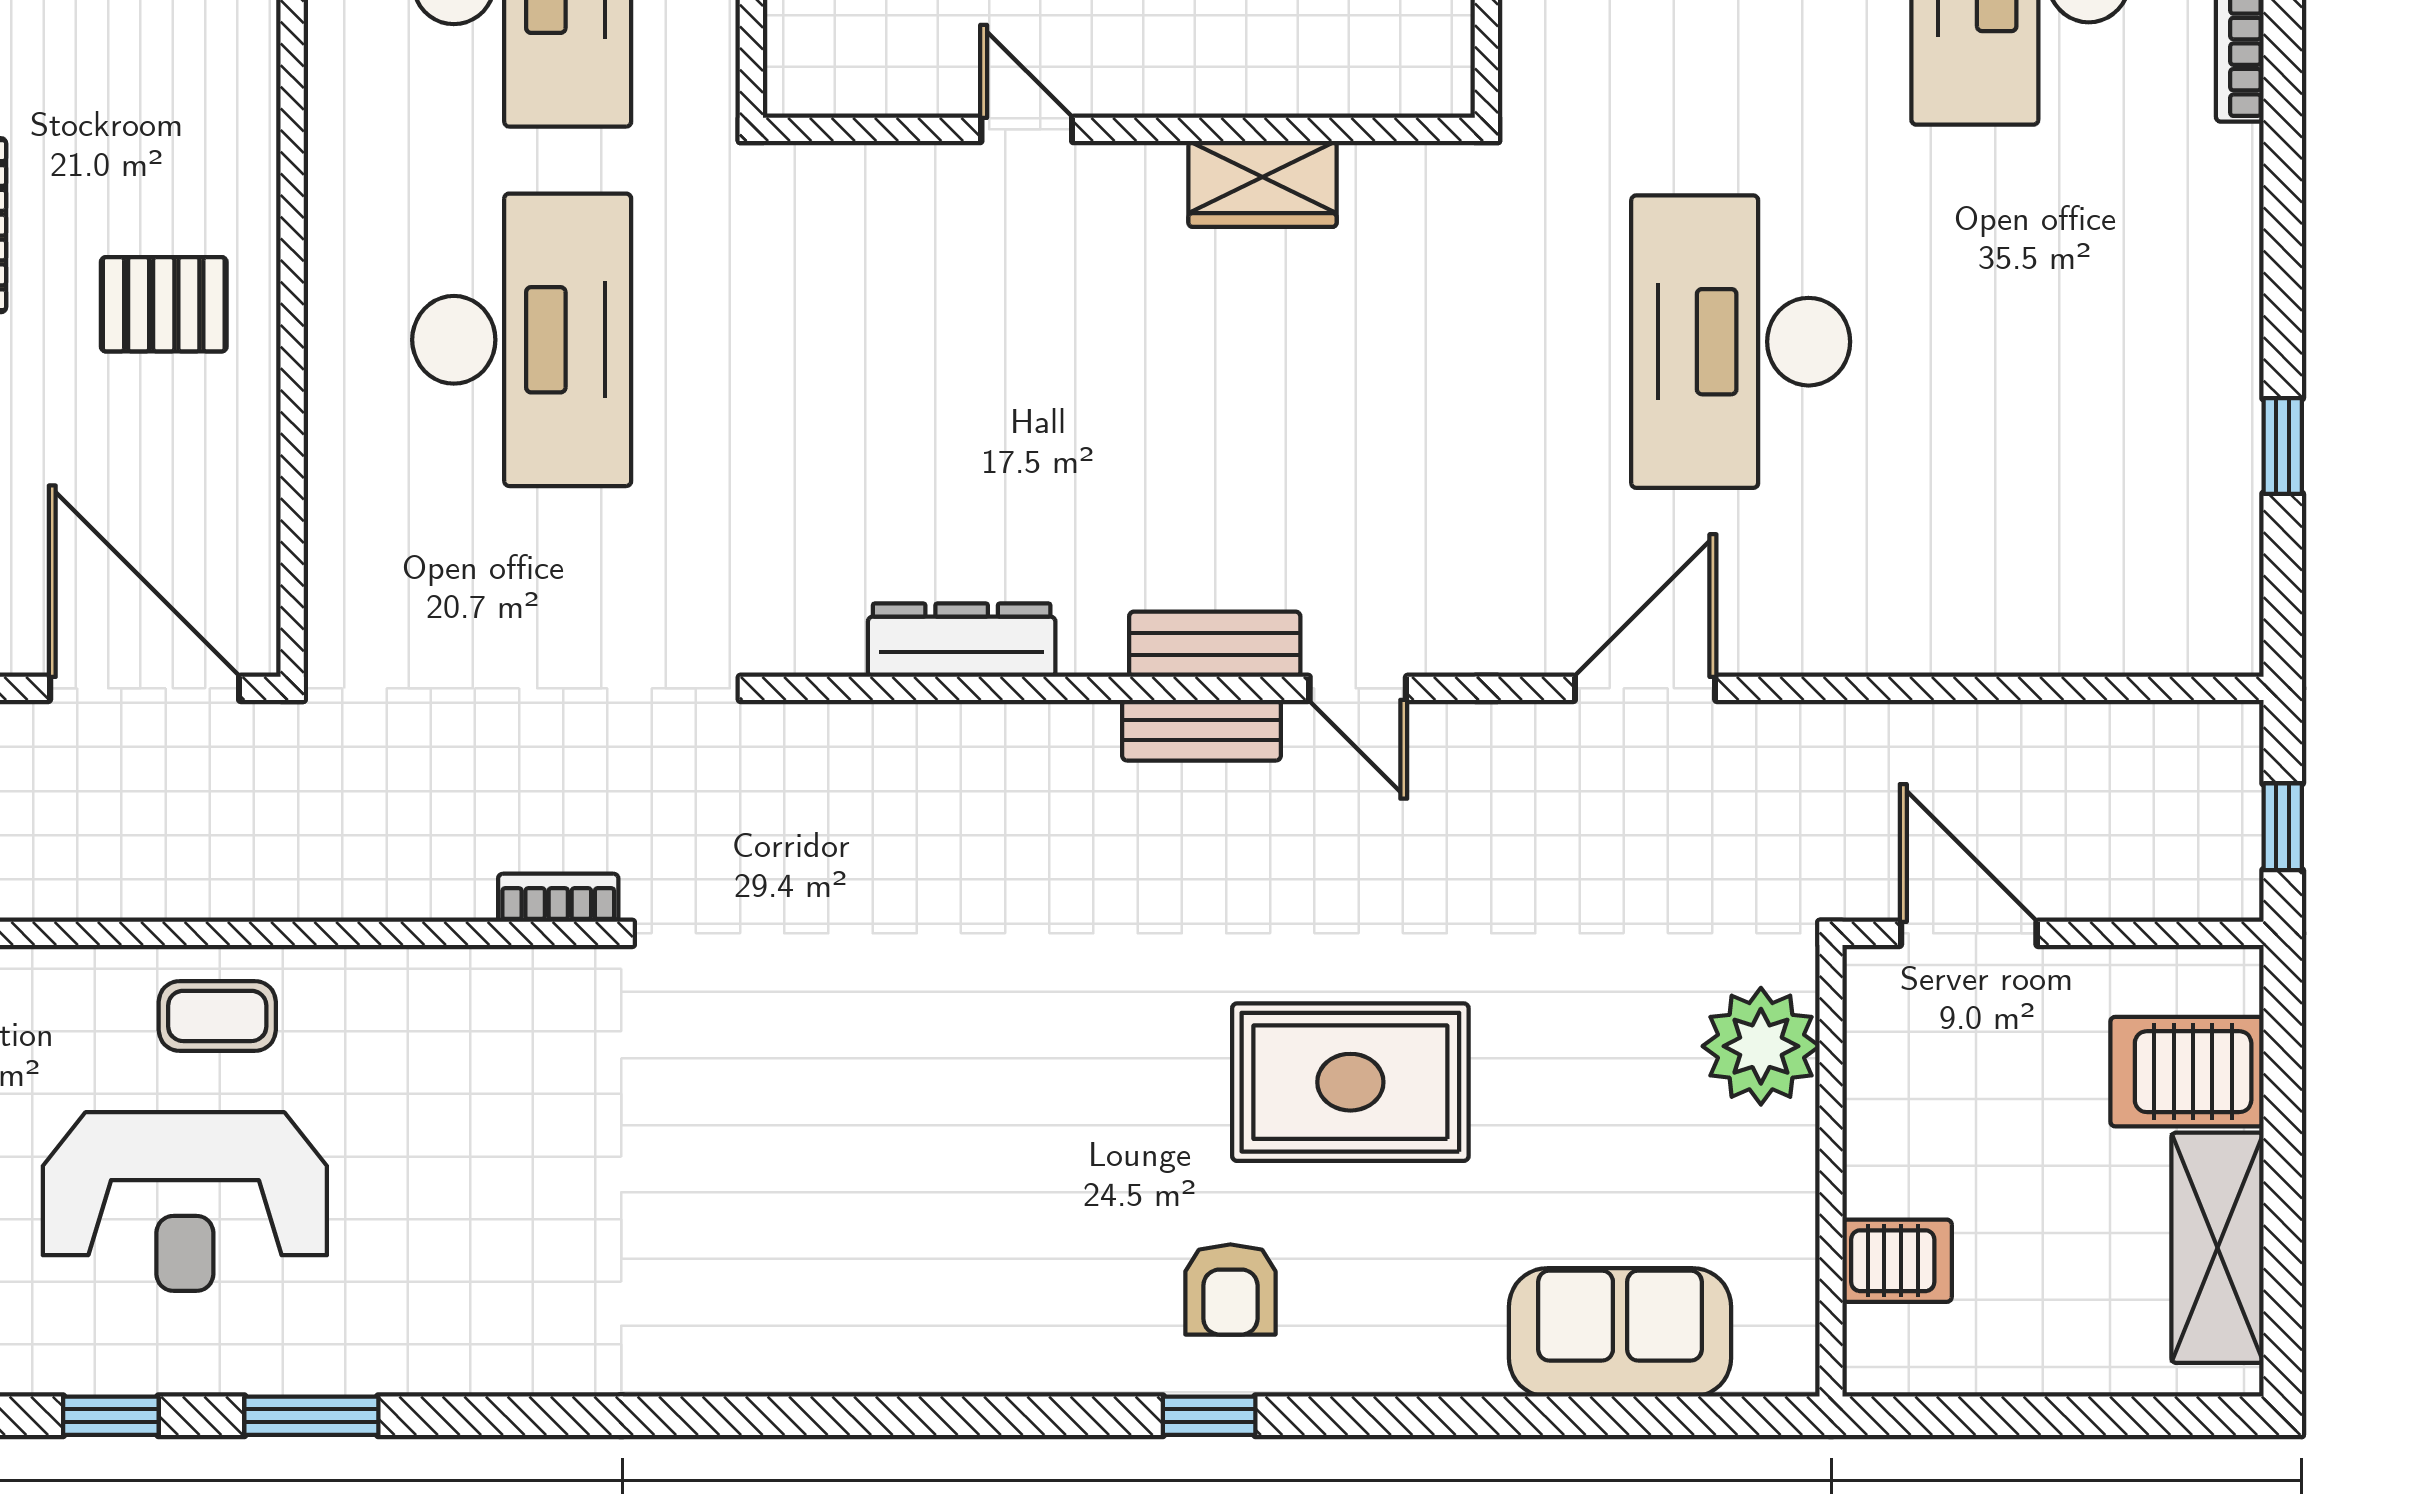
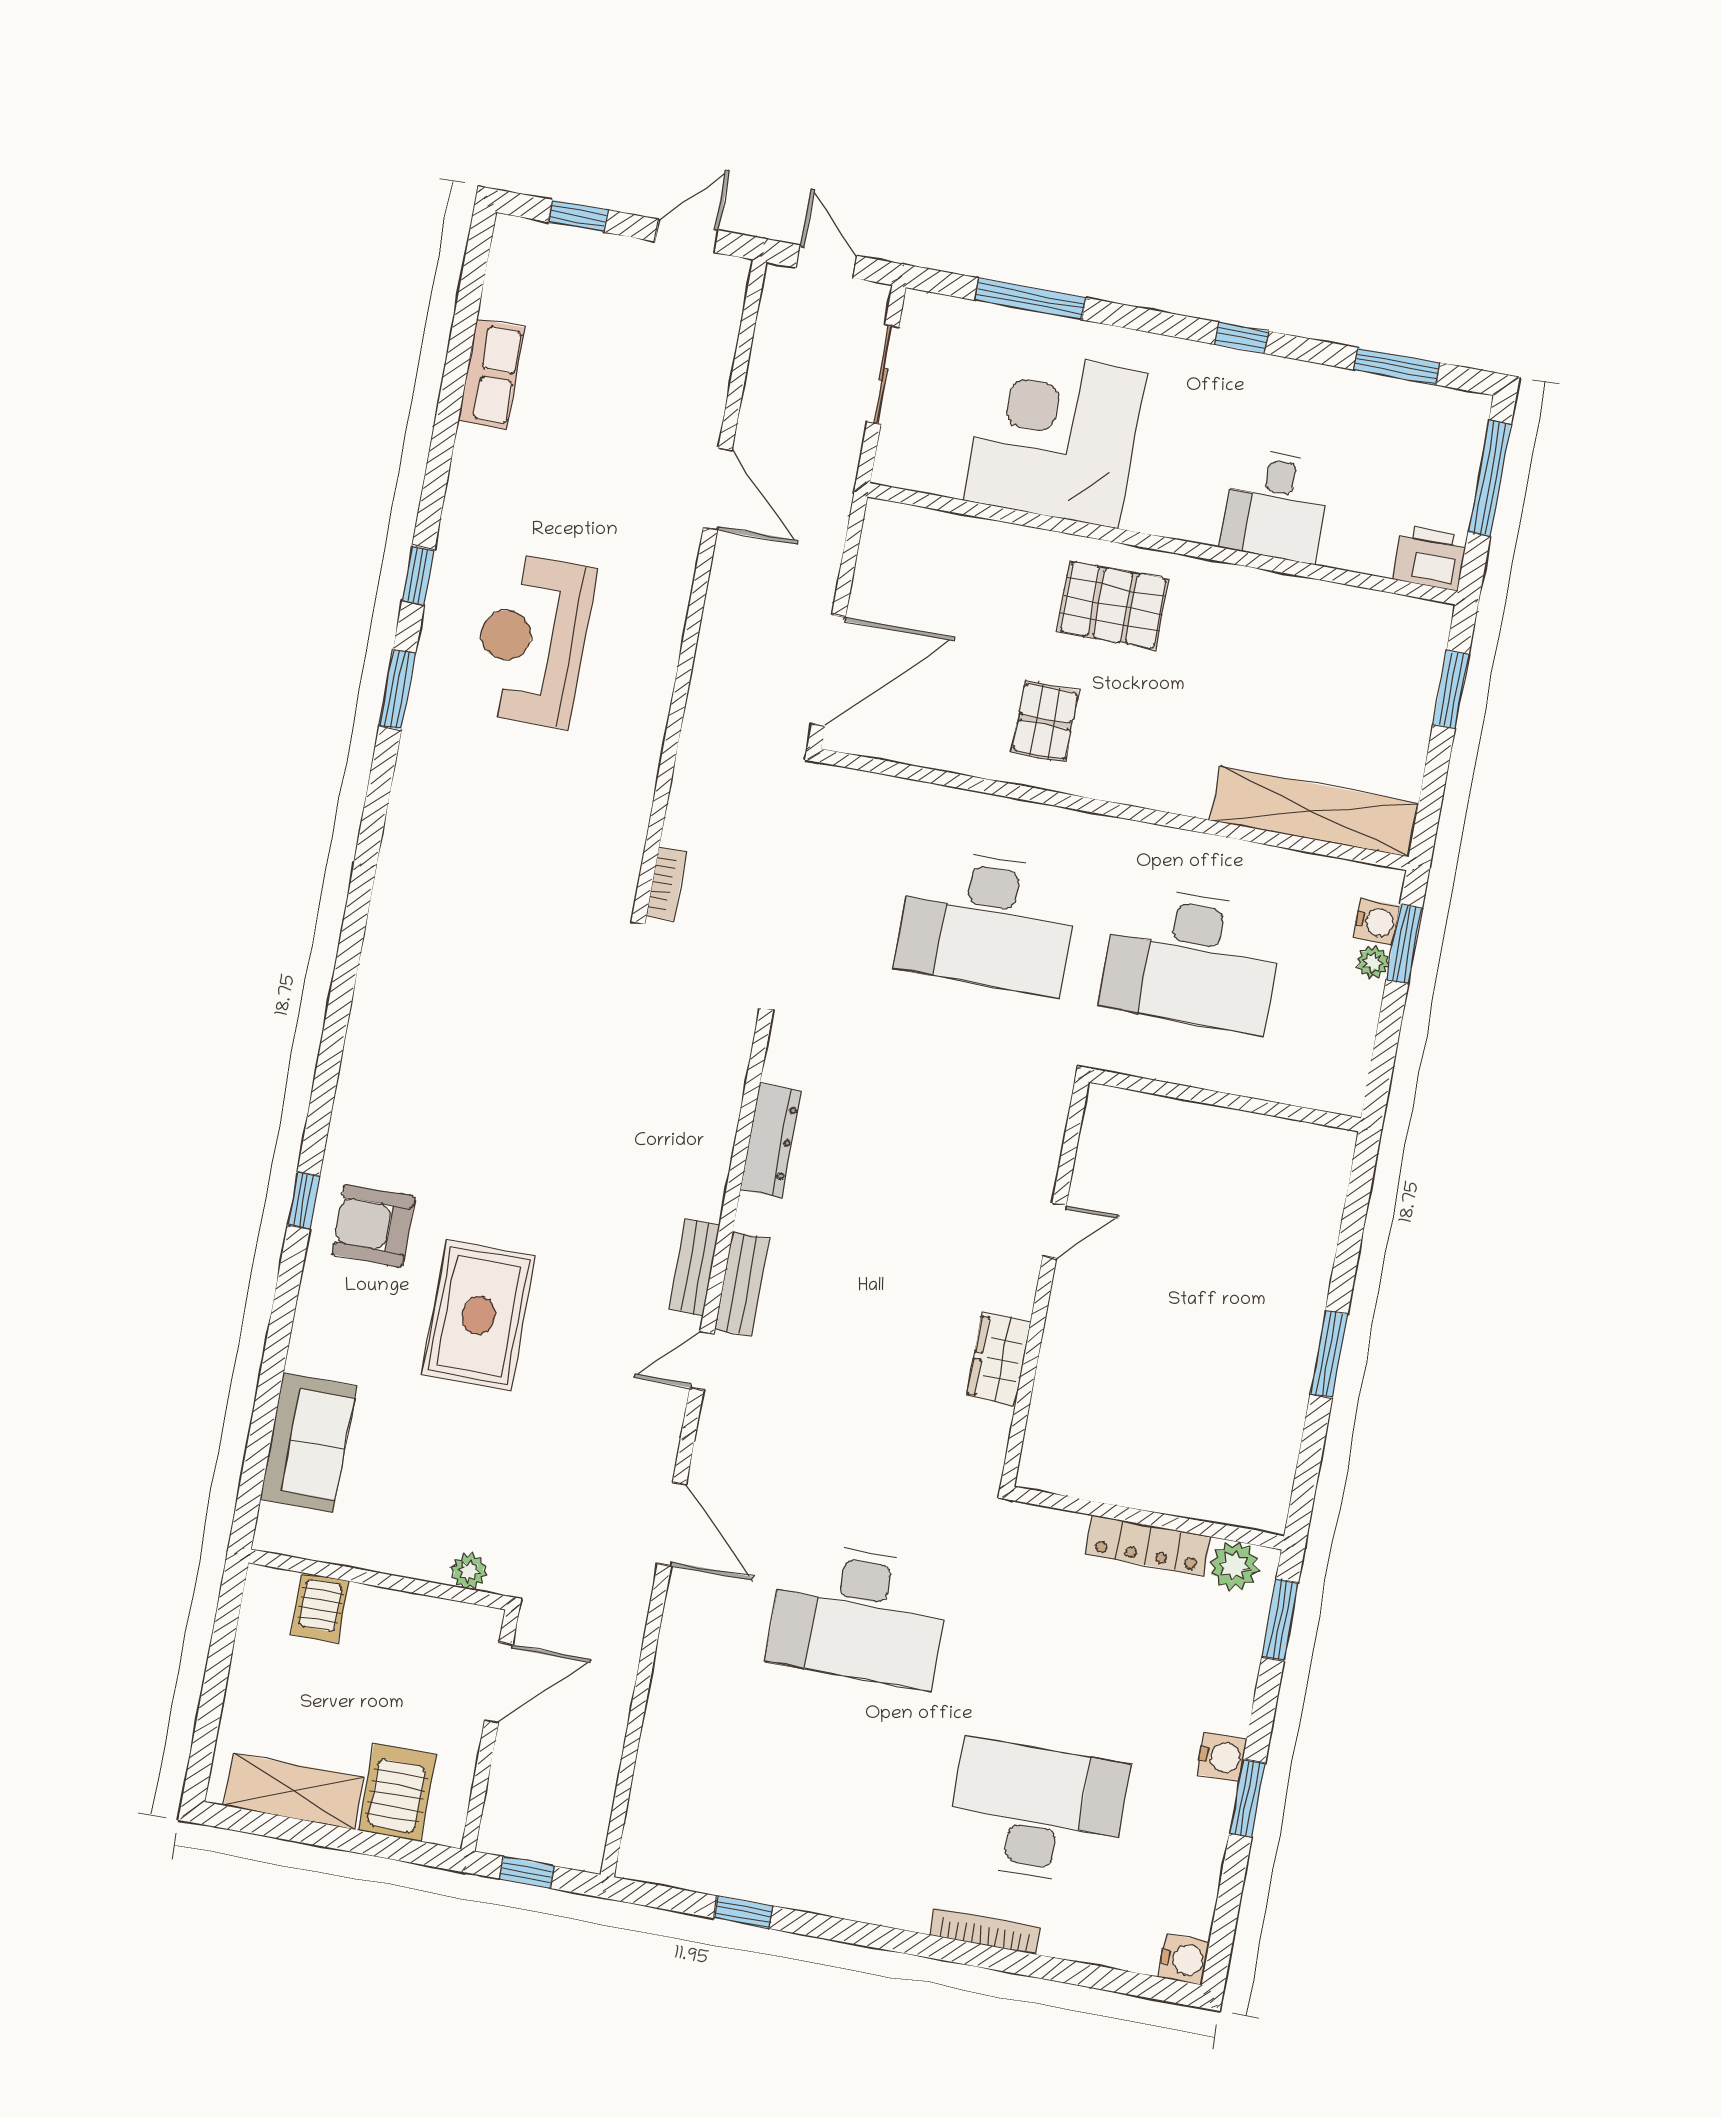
desk: (1741, 342) -> (859, 1615), turned 180
coffee table: (217, 1016) -> (635, 678), removed
plant: (1761, 1046) -> (469, 1571), width x0.53, depth x0.53
armchair: (1230, 1289) -> (373, 1225), width x1.38, depth x1.38

